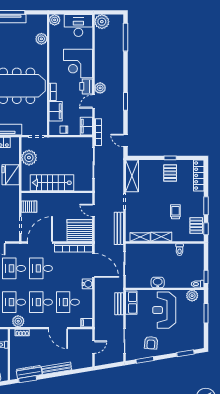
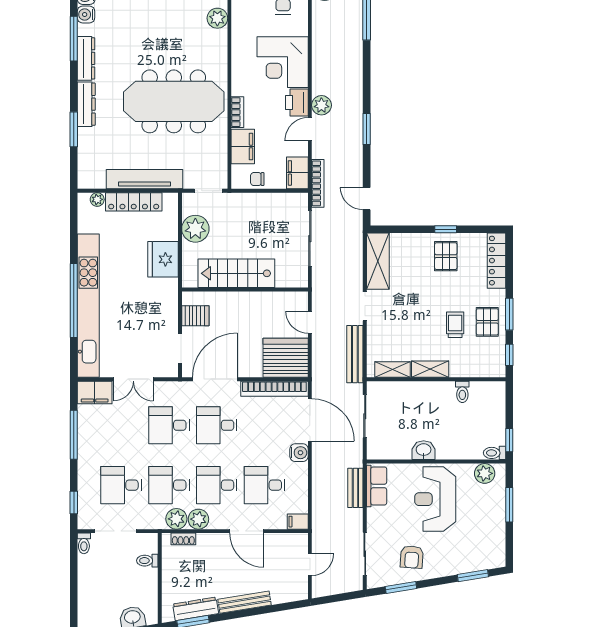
pallet: (196, 226) -> (487, 322), moved
plant: (31, 321) -> (198, 519), added

